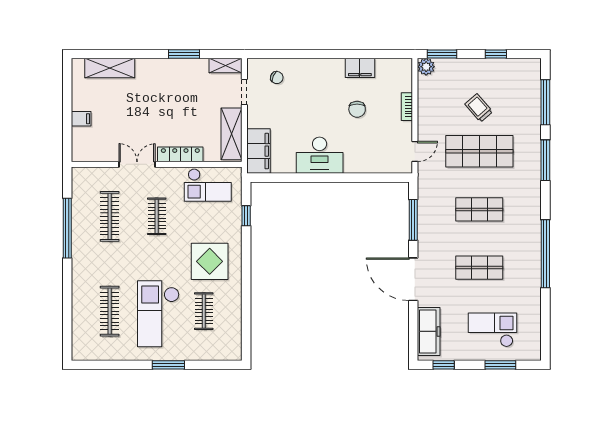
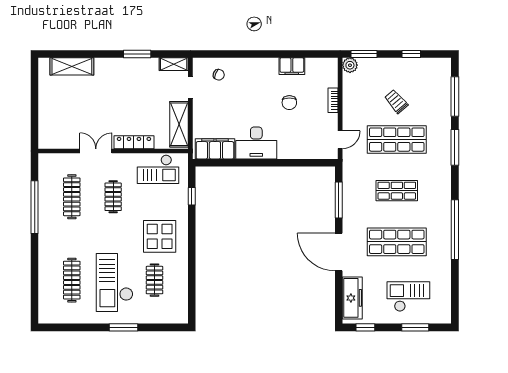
filing cabinet: (81, 119) -> (47, 111), removed
filing cabinet: (259, 151) -> (215, 149), moved, turned -90
shop shelf: (479, 268) -> (397, 242), width x1.43, depth x1.36

